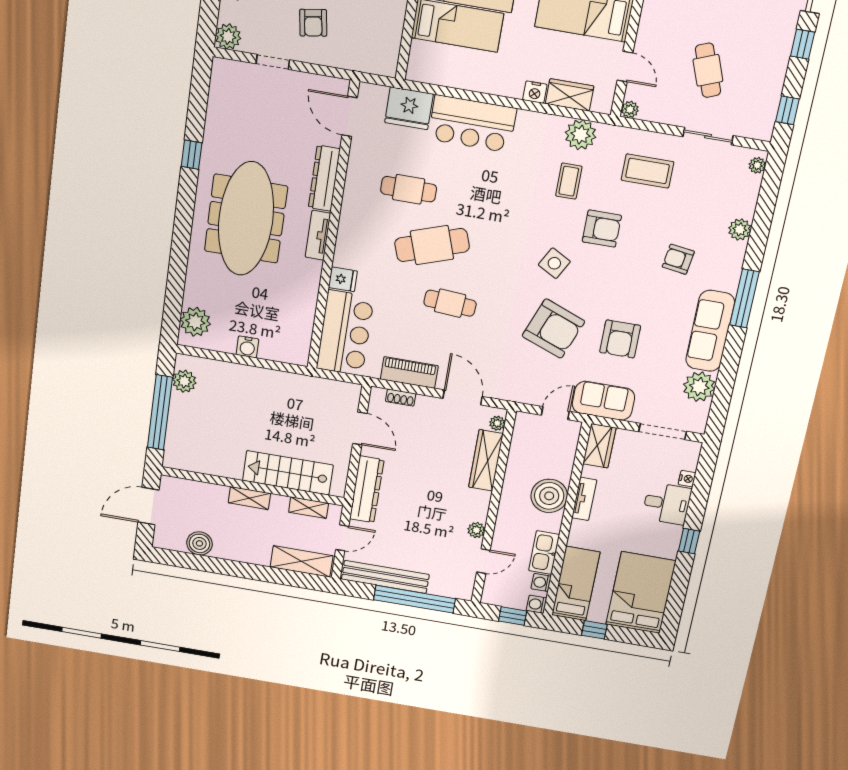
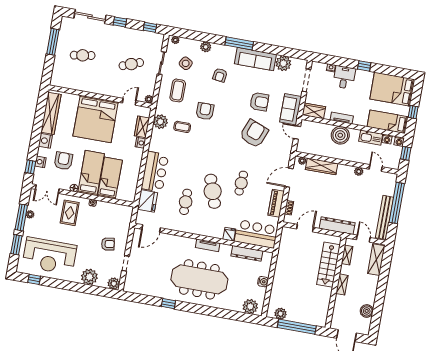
dresser: (324, 178) -> (247, 253), moved
side table: (554, 263) -> (186, 63), moved

